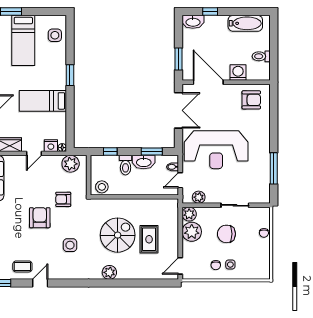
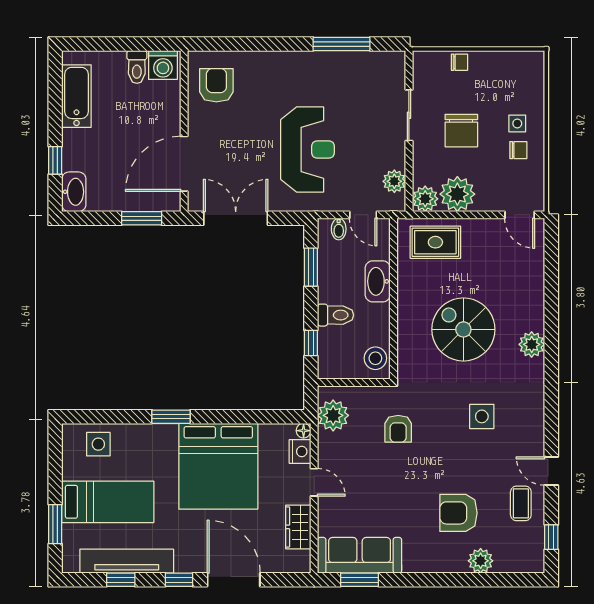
washing machine: (238, 73) -> (163, 65), moved, turned -90
bed: (43, 101) -> (218, 466), width x2.04
reception desk: (216, 150) -> (307, 149), width x0.74, depth x0.77
washbasin: (144, 162) -> (378, 281), moved, turned 180
armchair: (40, 218) -> (458, 513), moved
rug: (149, 239) -> (435, 242), moved

